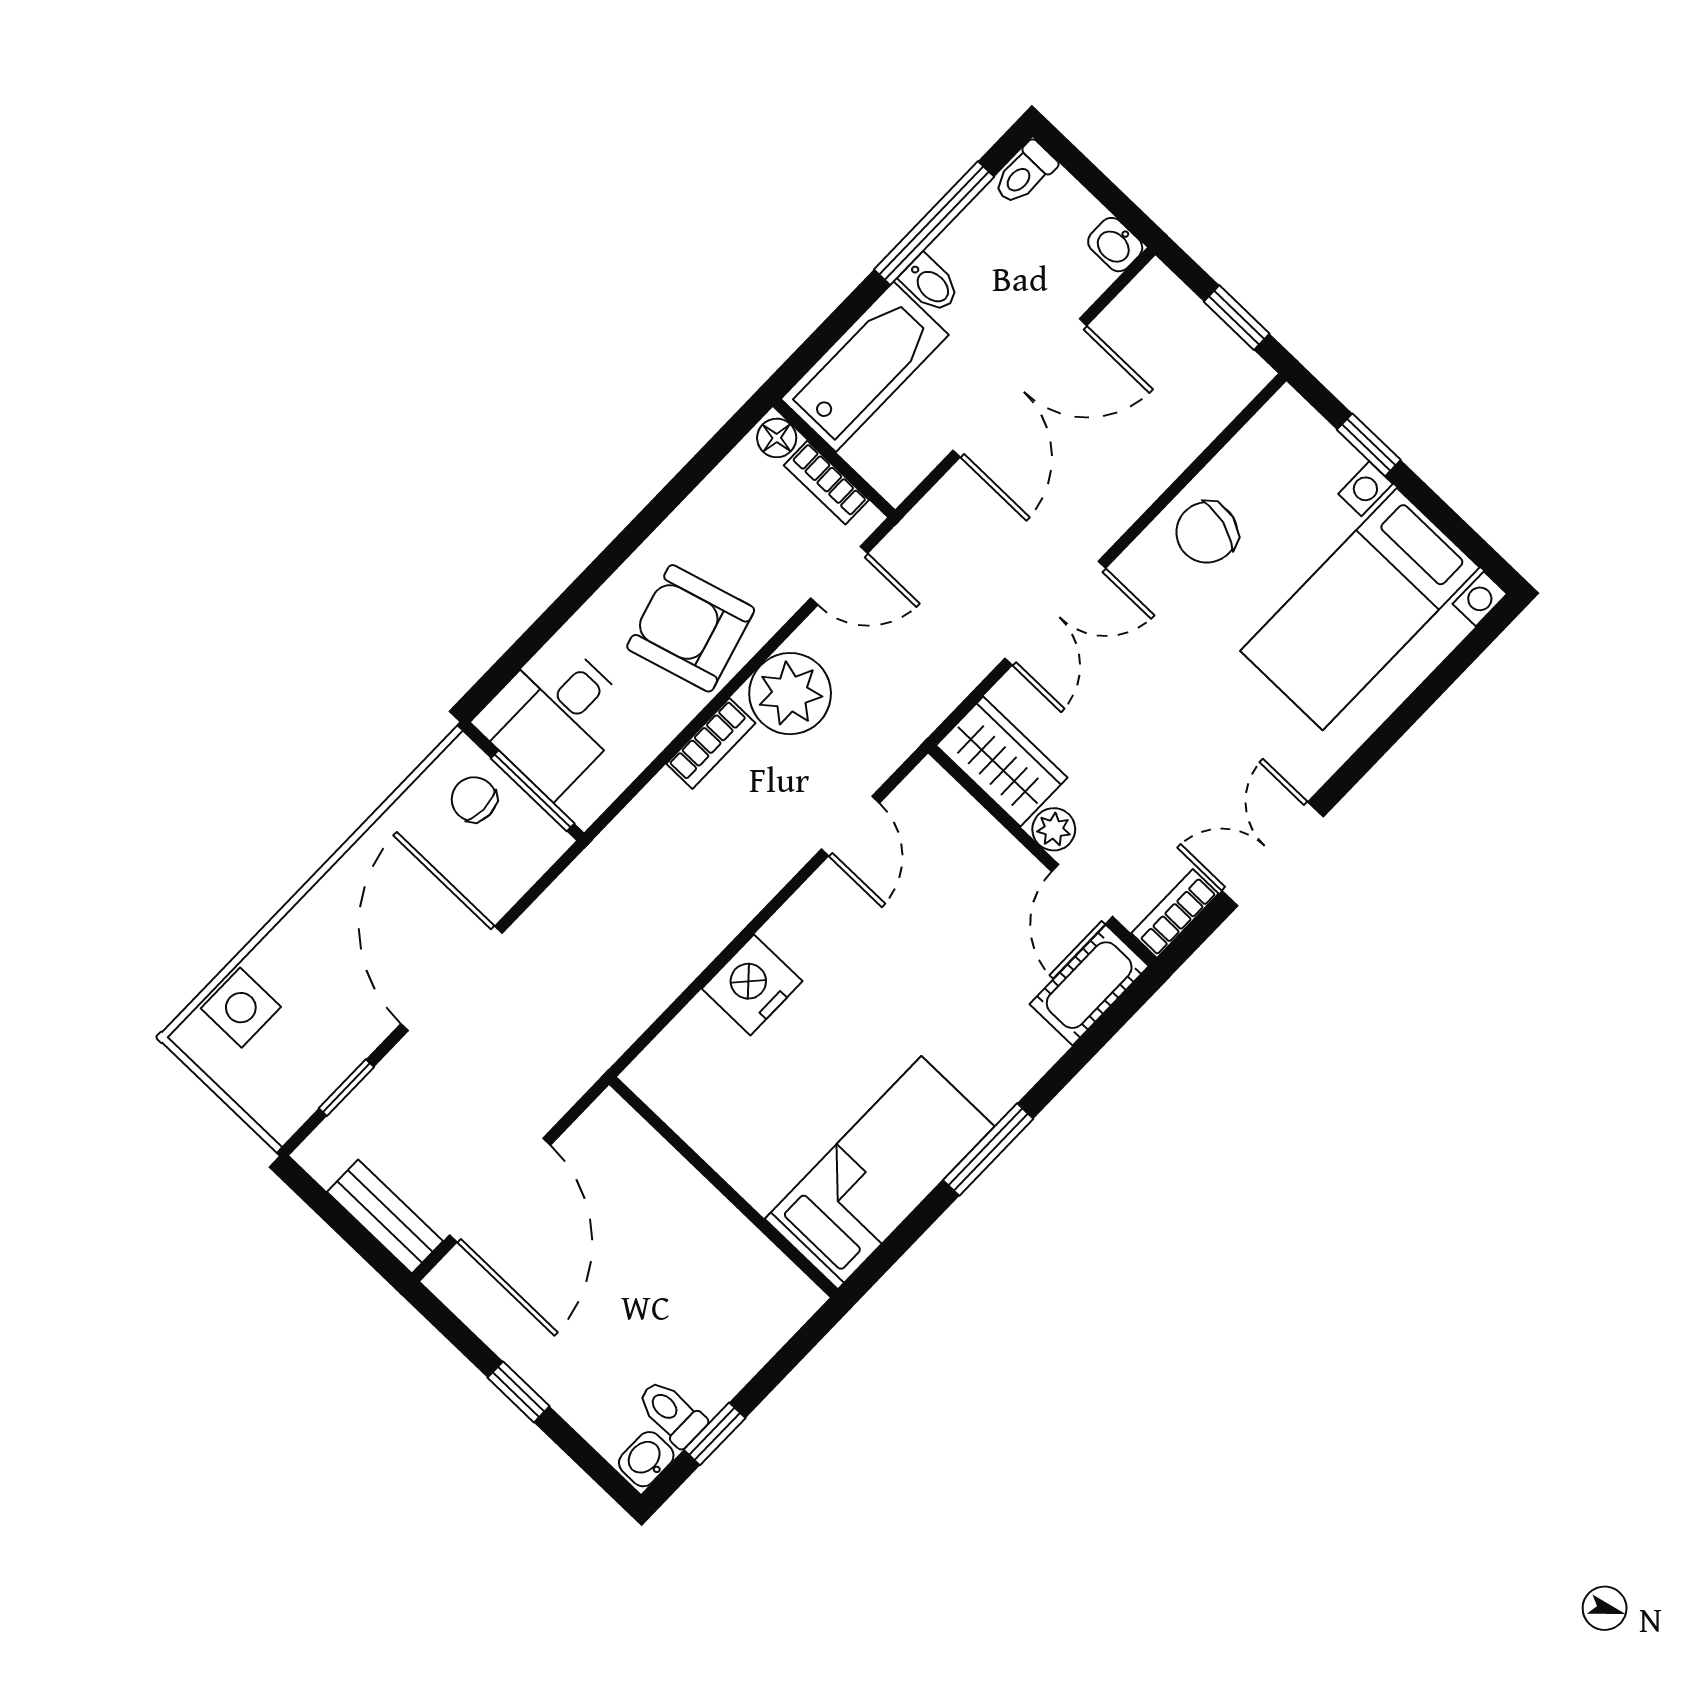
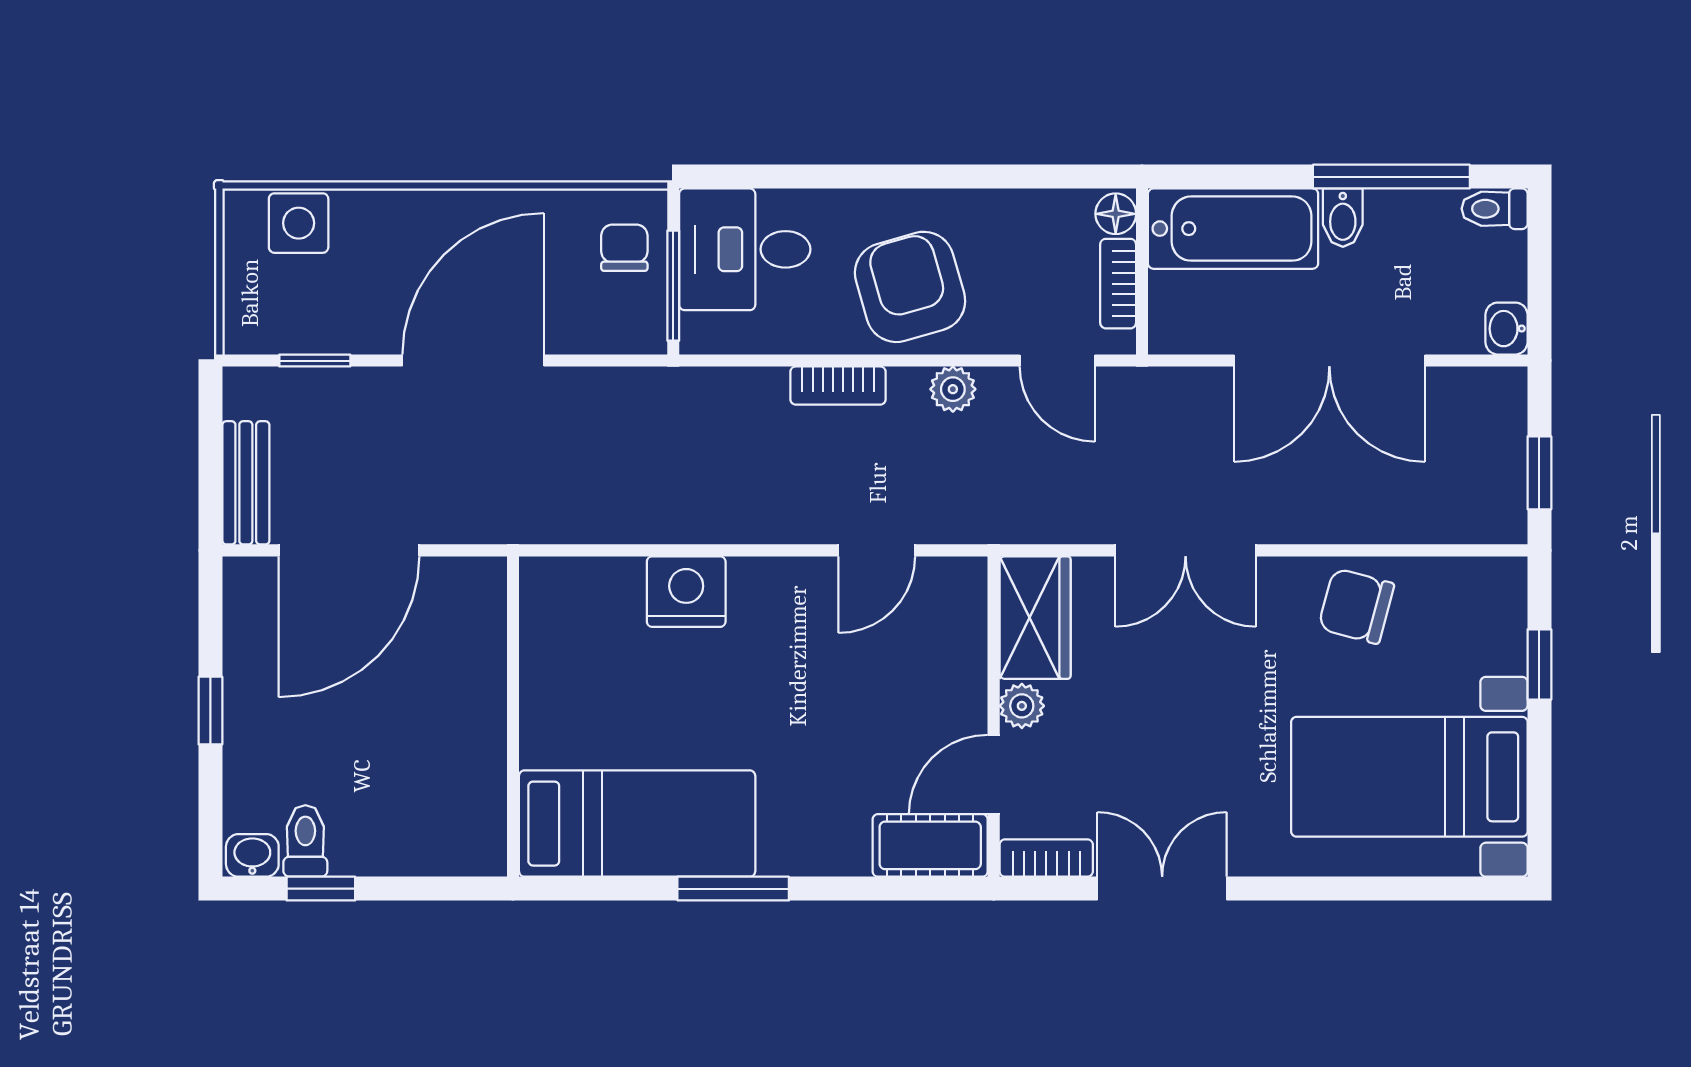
plant: (790, 694) -> (953, 389), width x0.53, depth x0.53

